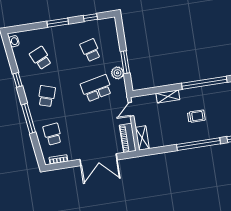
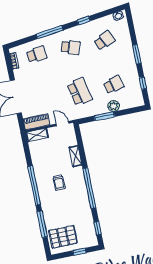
plant: (118, 73) -> (114, 106), moved

